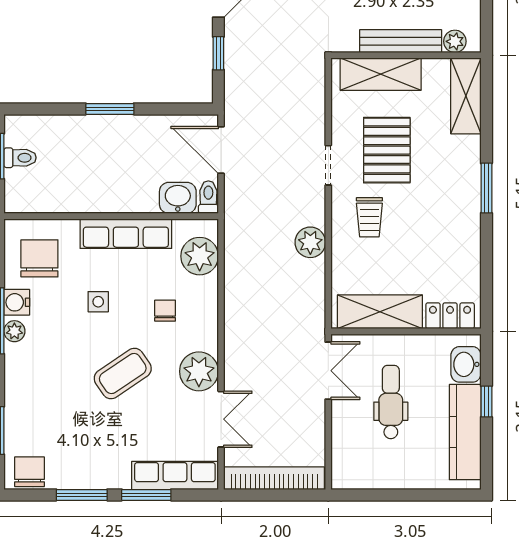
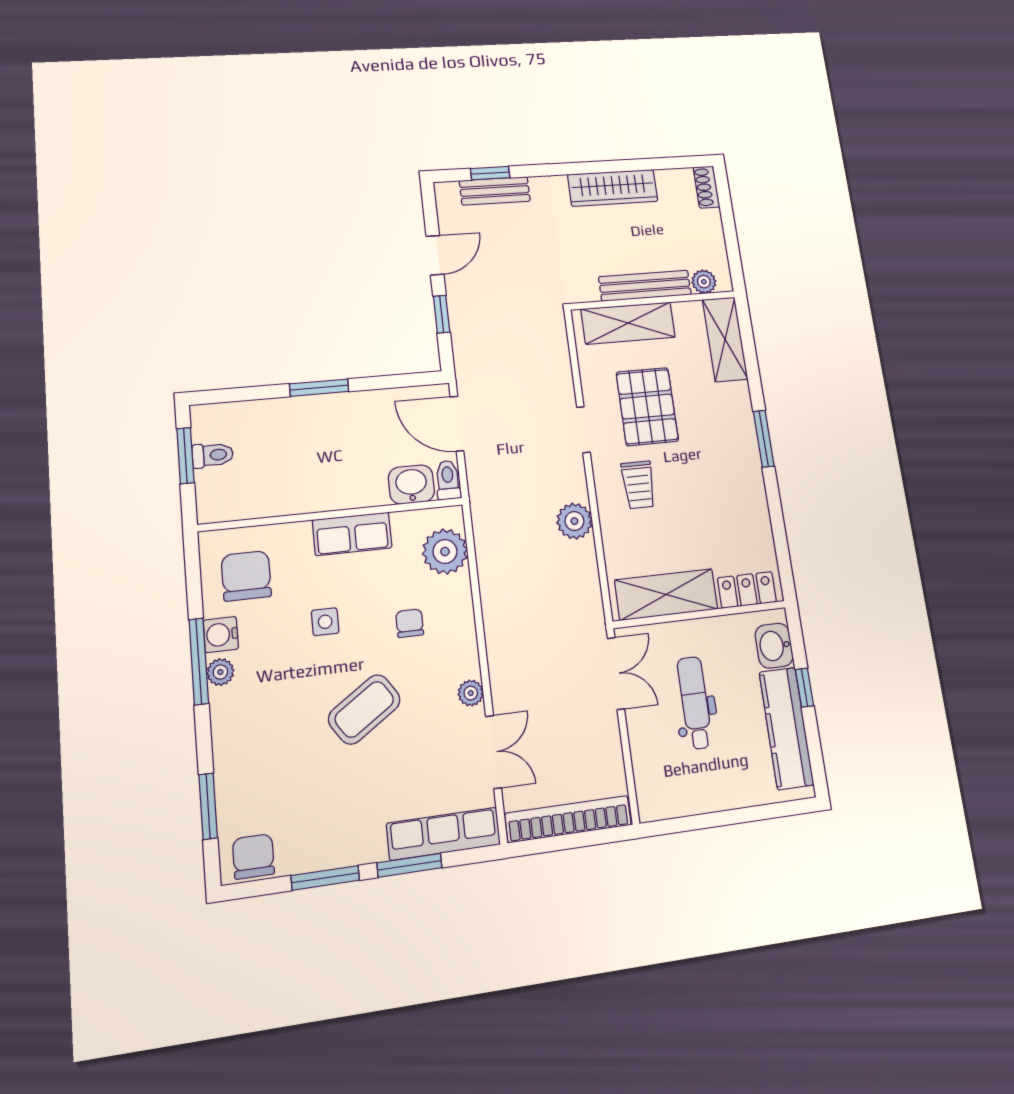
row of seats: (126, 234) -> (352, 534), width x0.68
plant: (199, 371) -> (471, 693), width x0.53, depth x0.53

